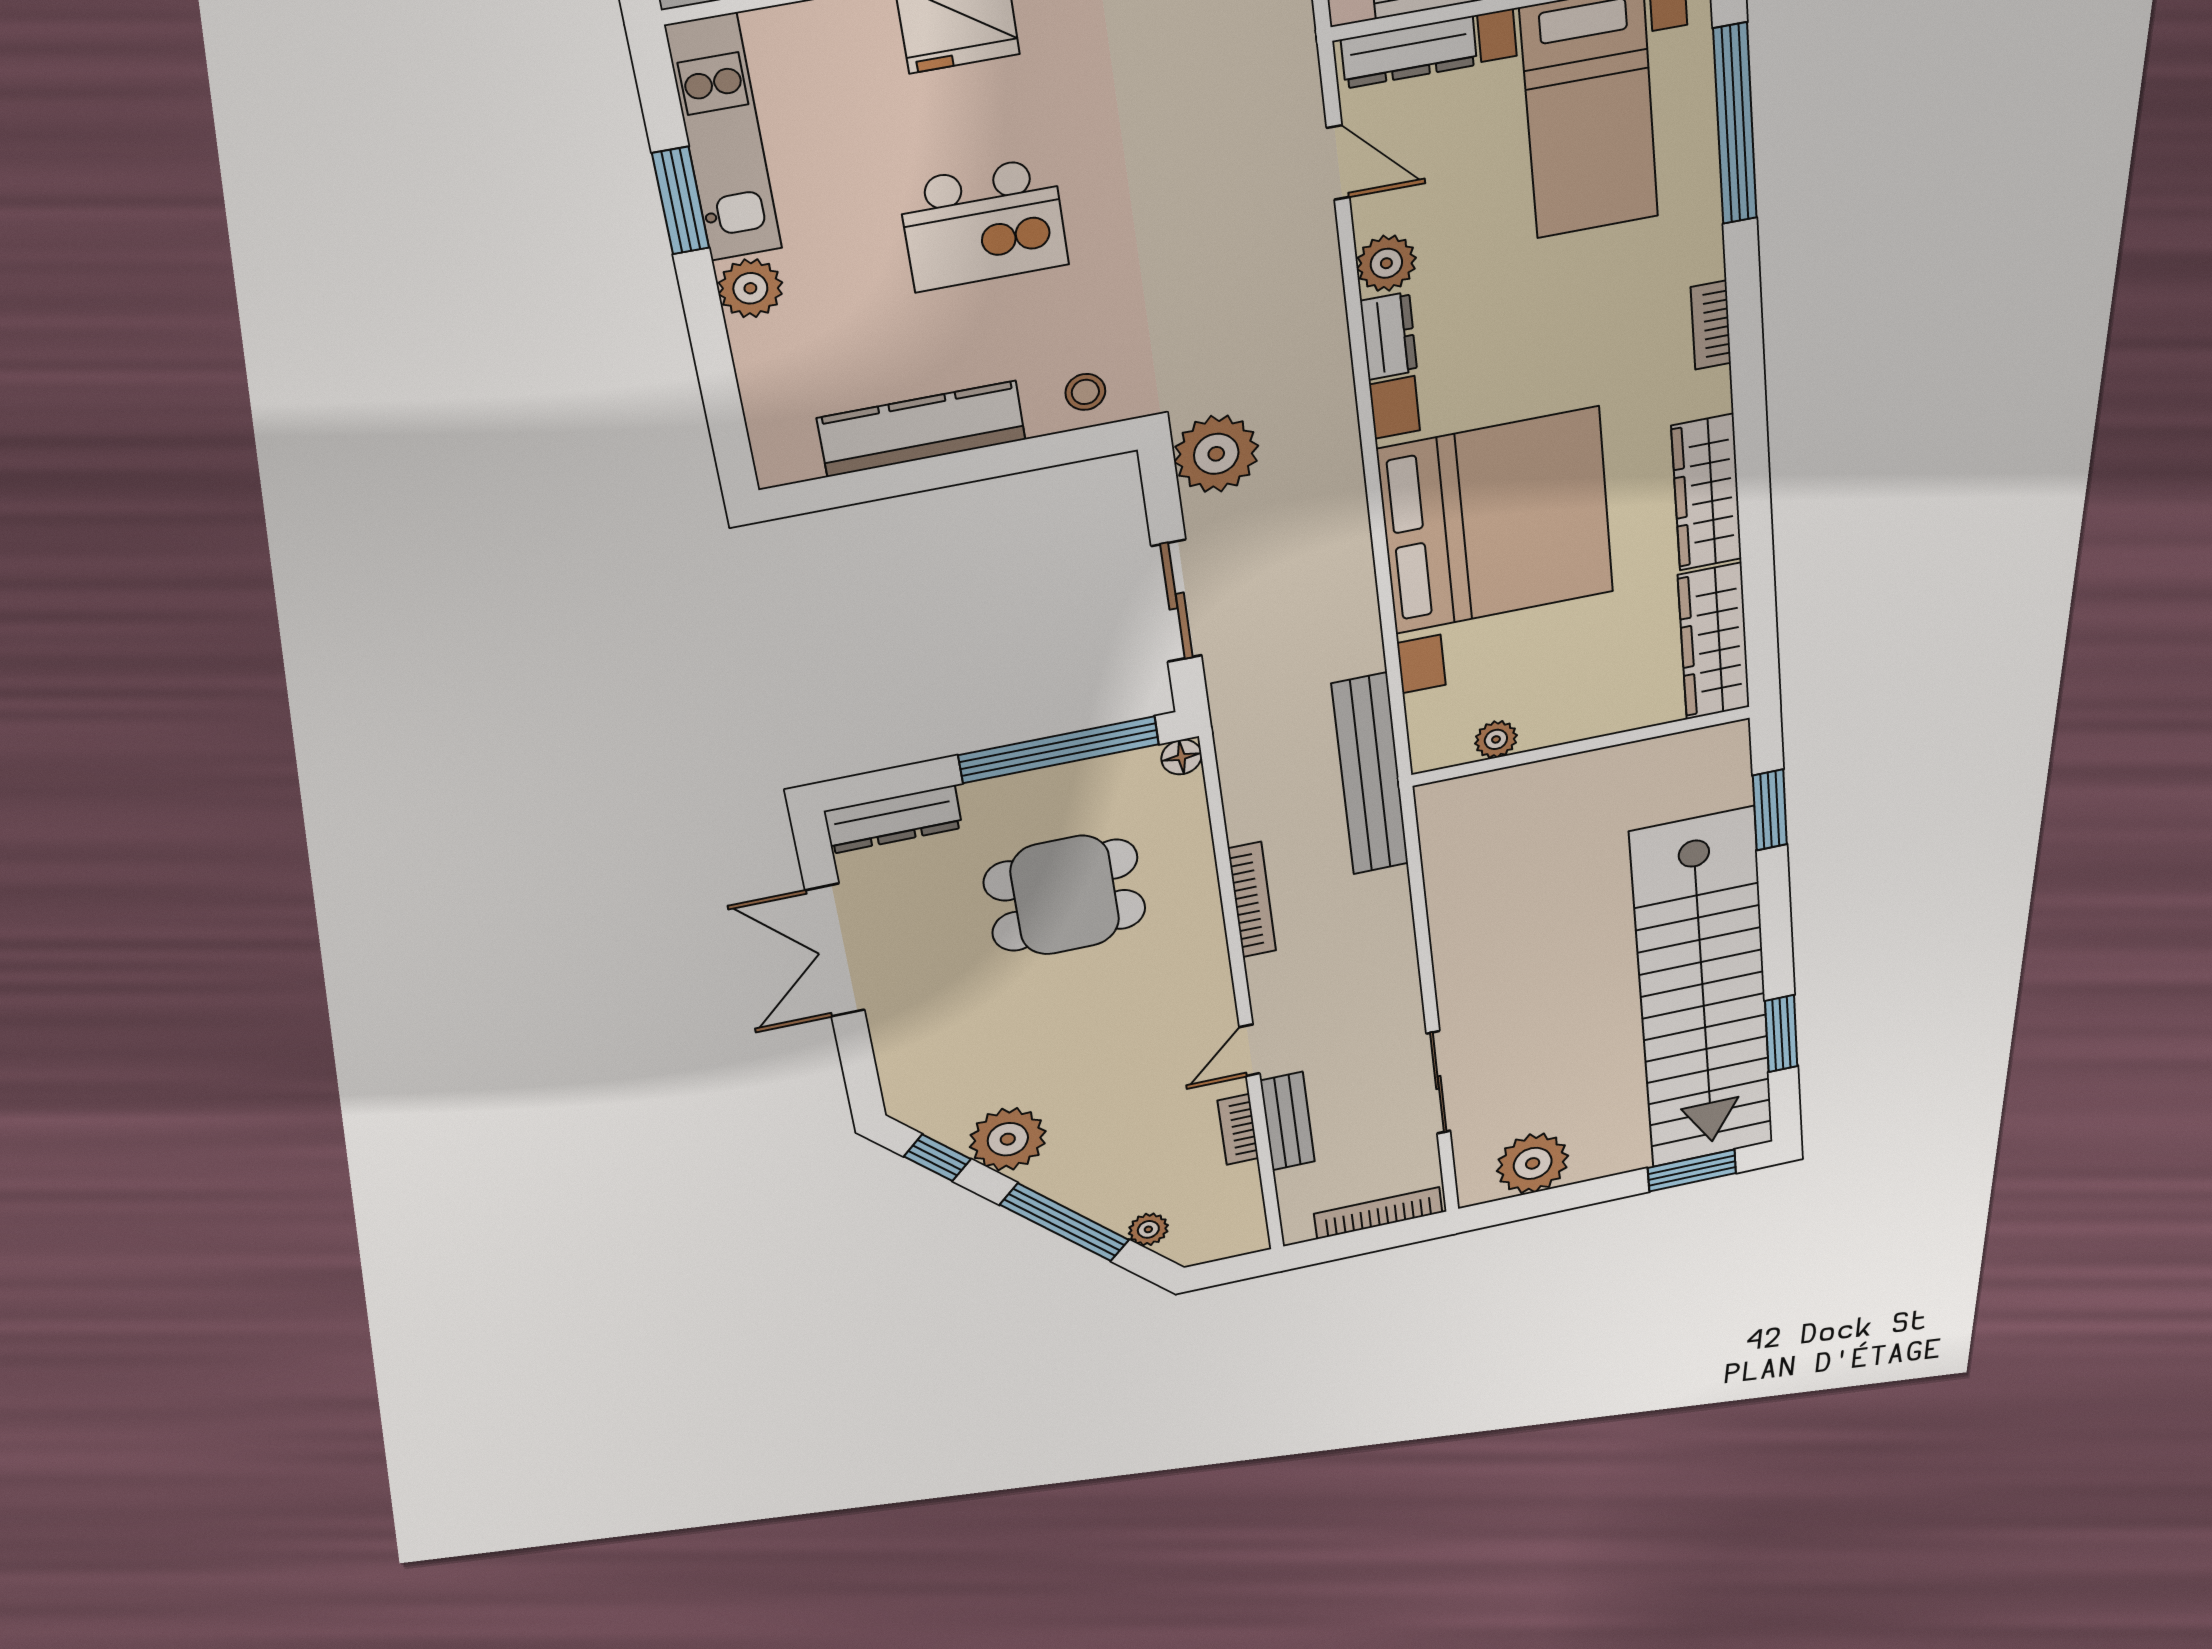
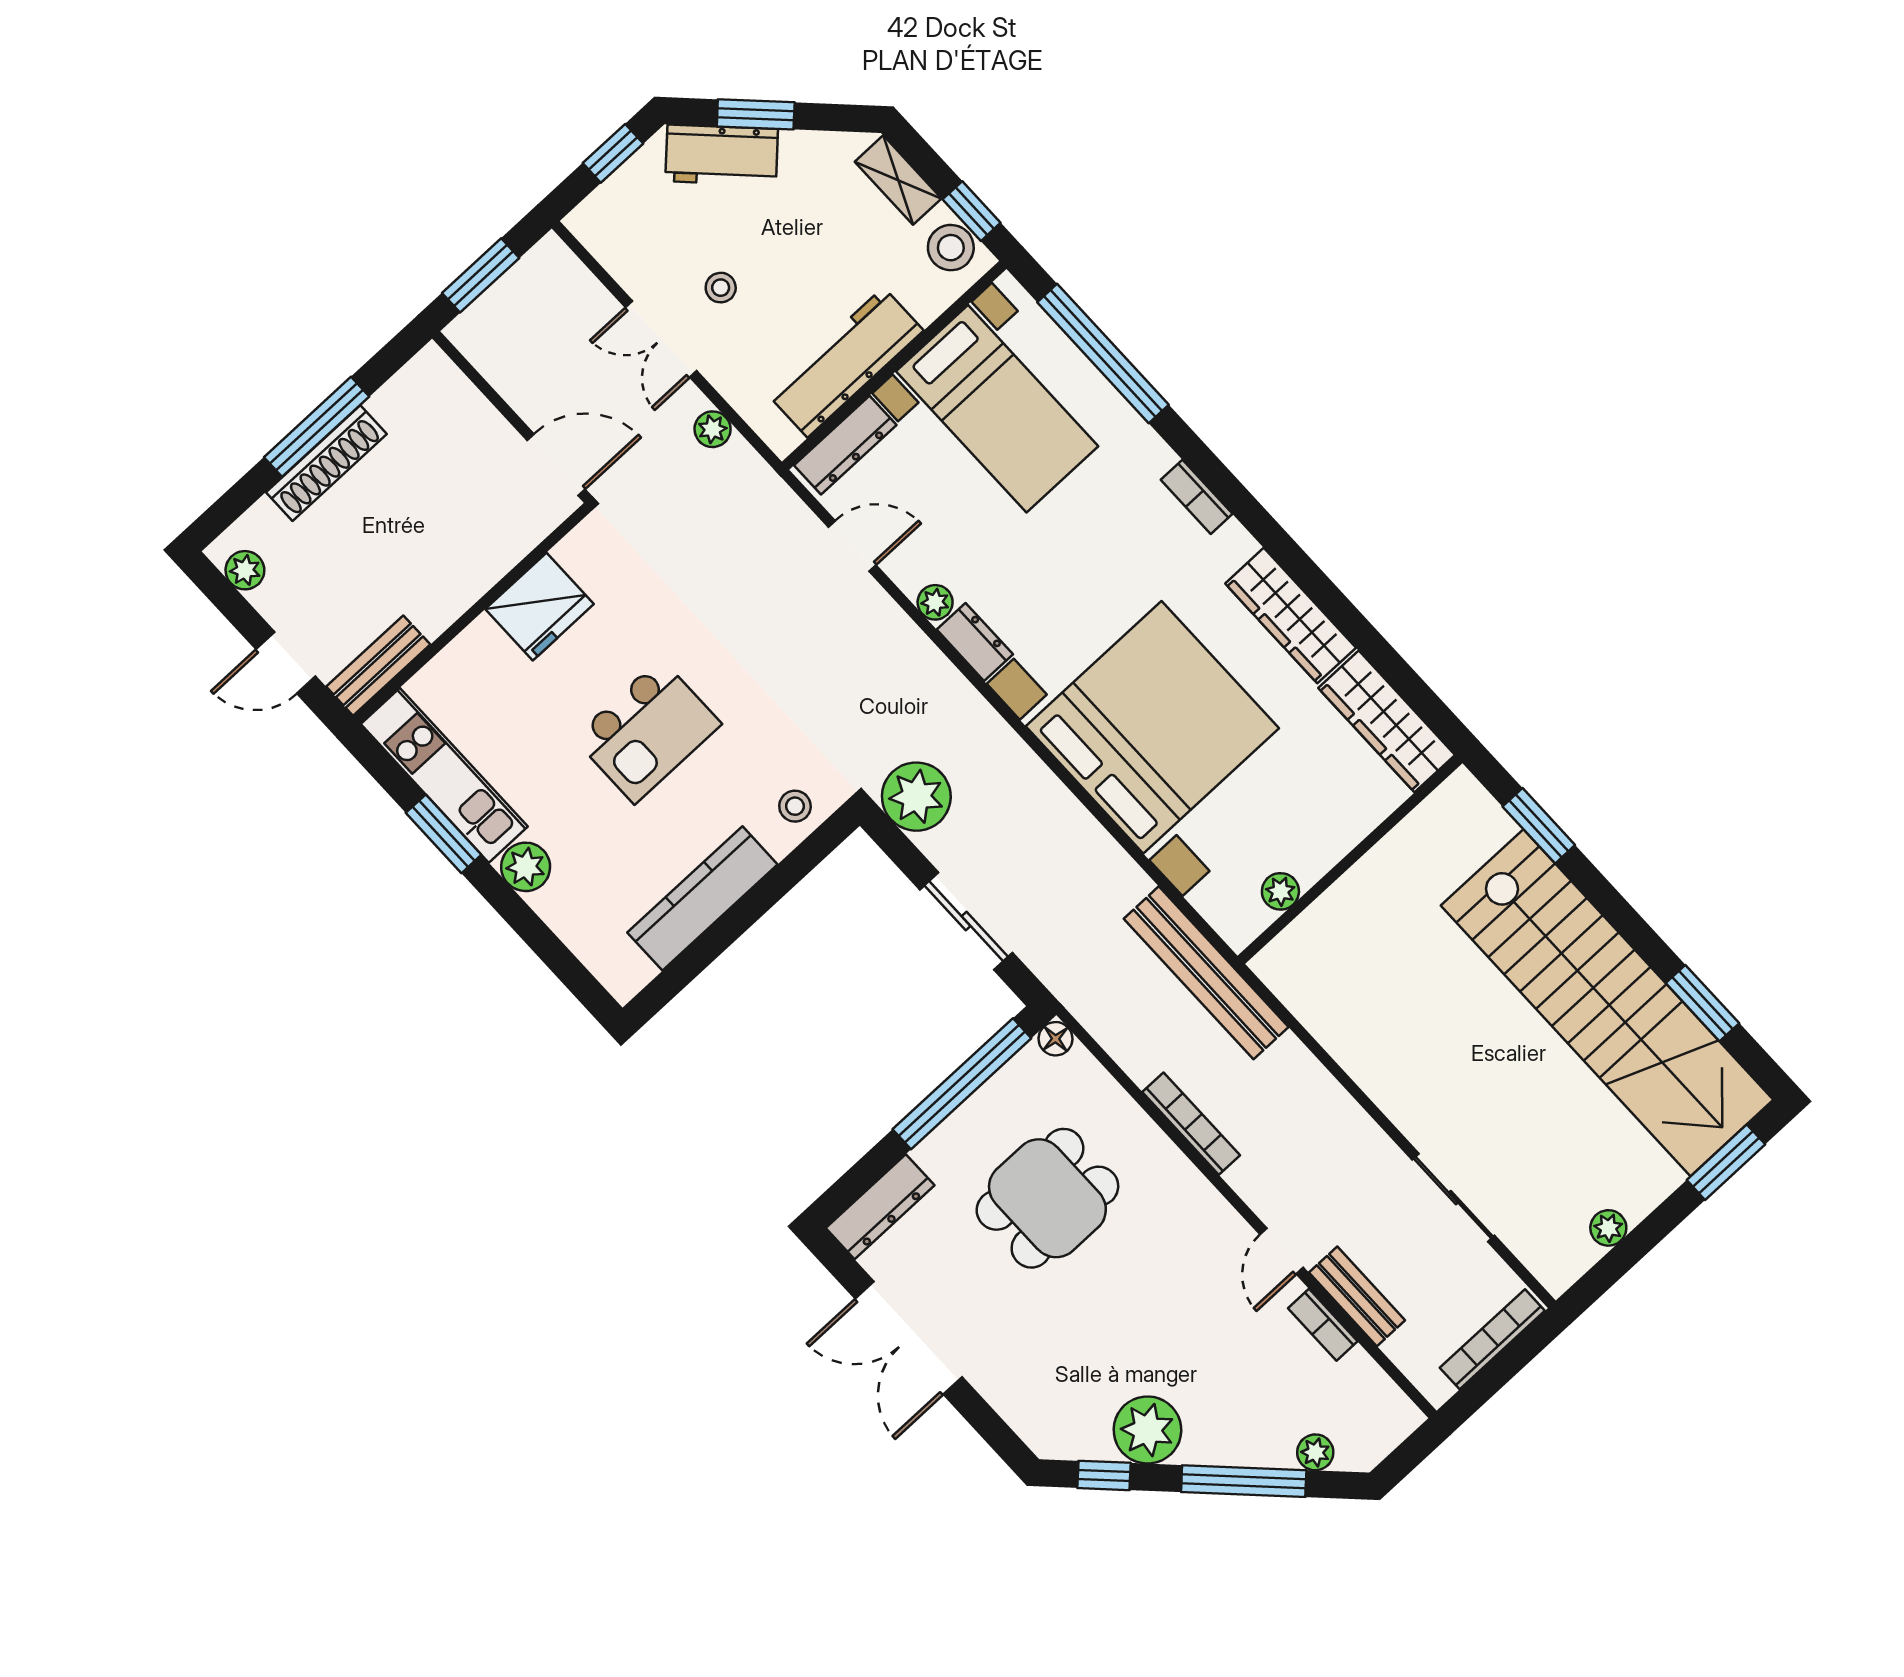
plant: (1386, 263) -> (935, 602), width x0.73, depth x0.73
plant: (1533, 1163) -> (1608, 1228), width x0.53, depth x0.53

